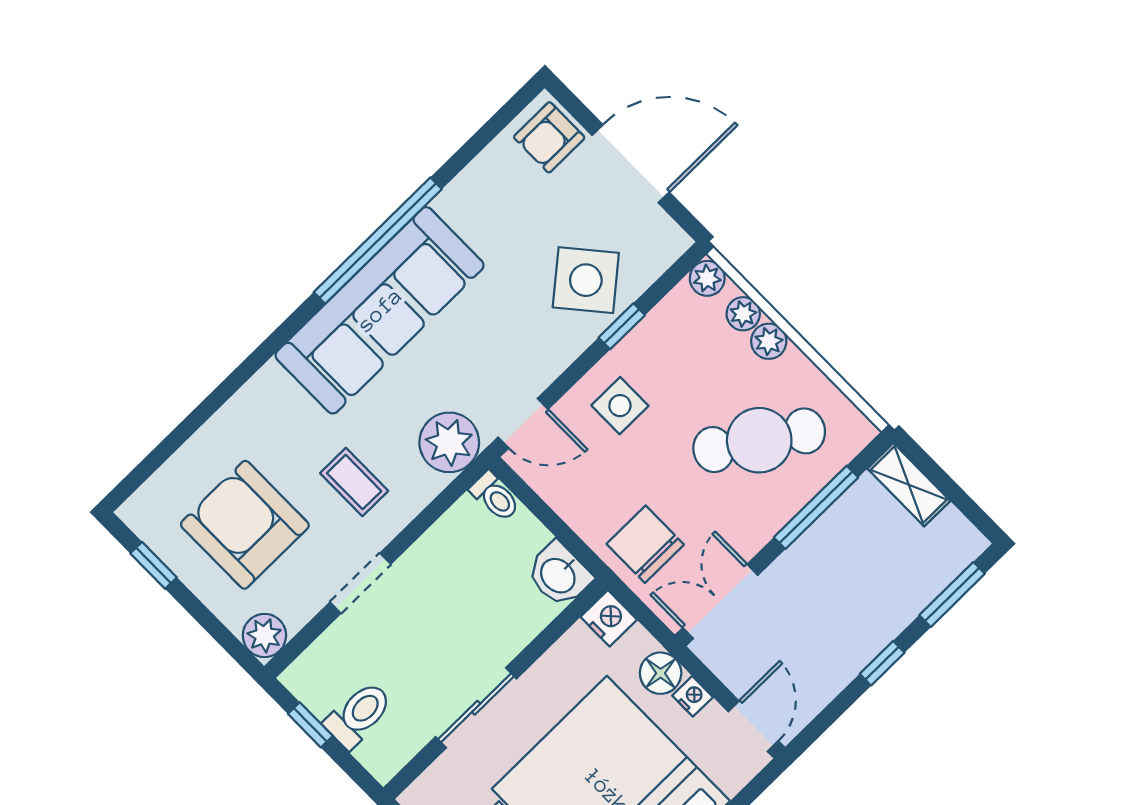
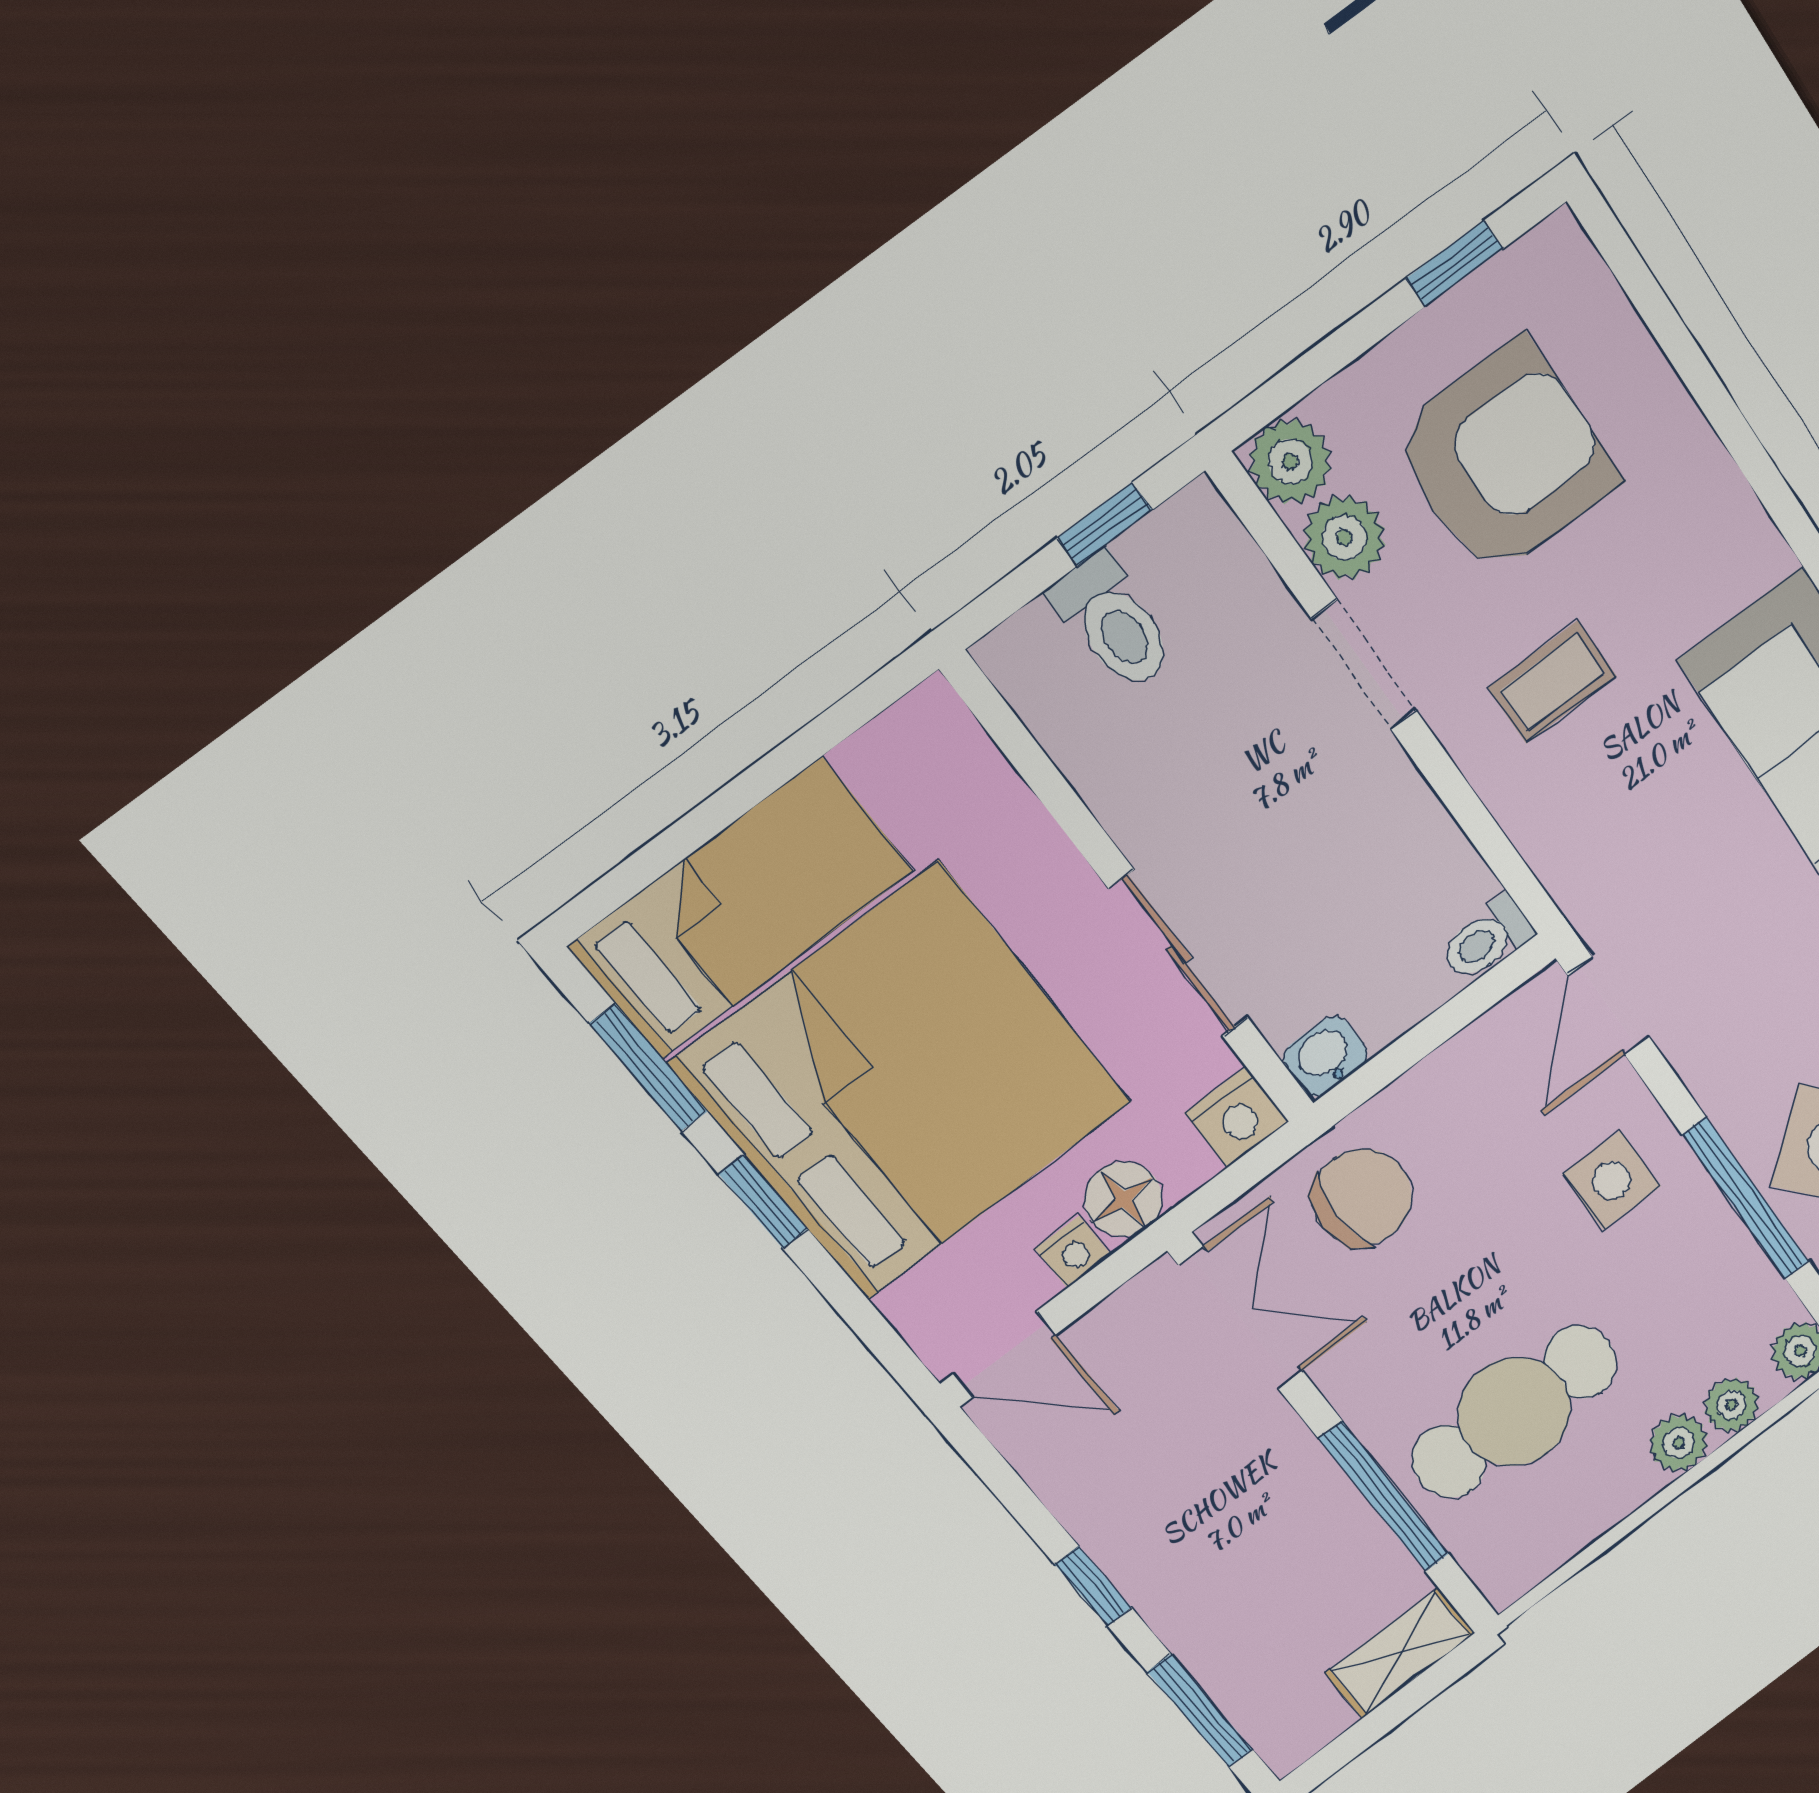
window: (622, 326) -> (1746, 1198), width x2.17
cafe table: (759, 440) -> (1514, 1412), turned 57
plant: (449, 442) -> (1344, 538), moved, width x0.73, depth x0.73
washbasin: (559, 575) -> (1325, 1056), width x0.72, depth x0.69
sliding door: (476, 708) -> (1179, 954), moved

